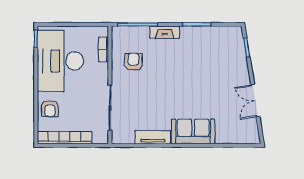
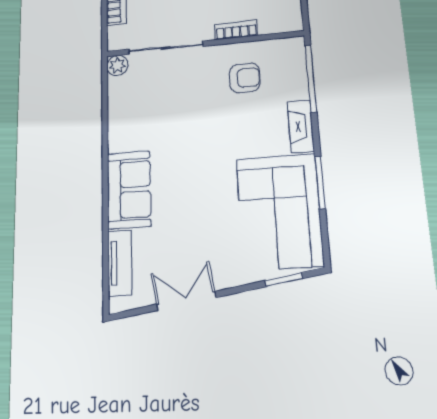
corner sofa: (211, 48) -> (279, 211), added
bookcase: (103, 49) -> (236, 30), moved
plant: (118, 137) -> (117, 65), added
tv unit: (153, 137) -> (120, 263), moved

